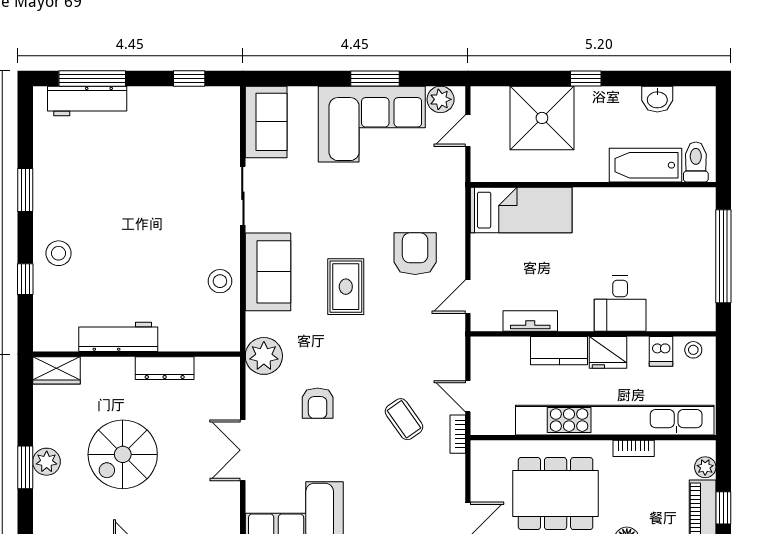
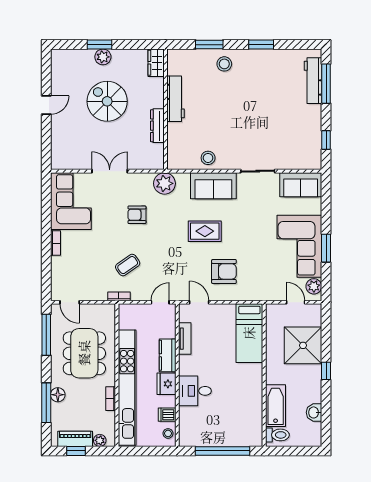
window: (25, 279) -> (209, 45), width x1.50
door: (468, 396) -> (160, 302), moved

